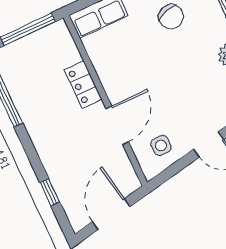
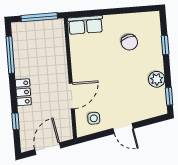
locker: (83, 85) -> (23, 92), moved, turned 180

